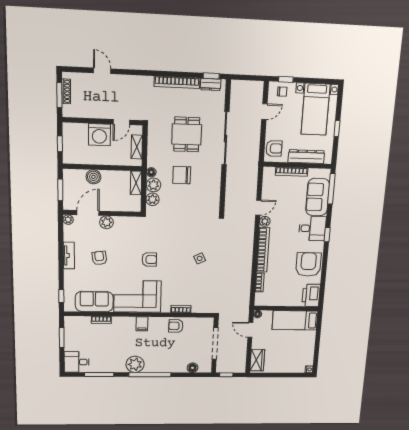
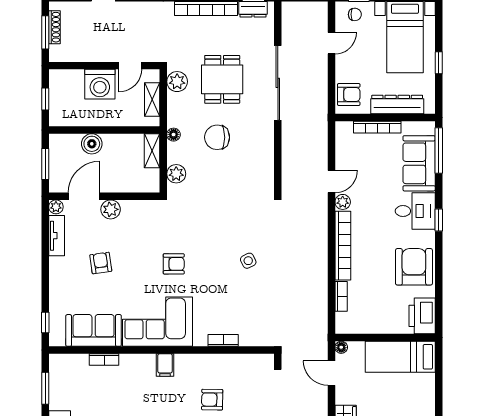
plant: (153, 185) -> (177, 82), moved
tv unit: (69, 256) -> (57, 236), moved
armchair: (176, 326) -> (212, 400), moved

